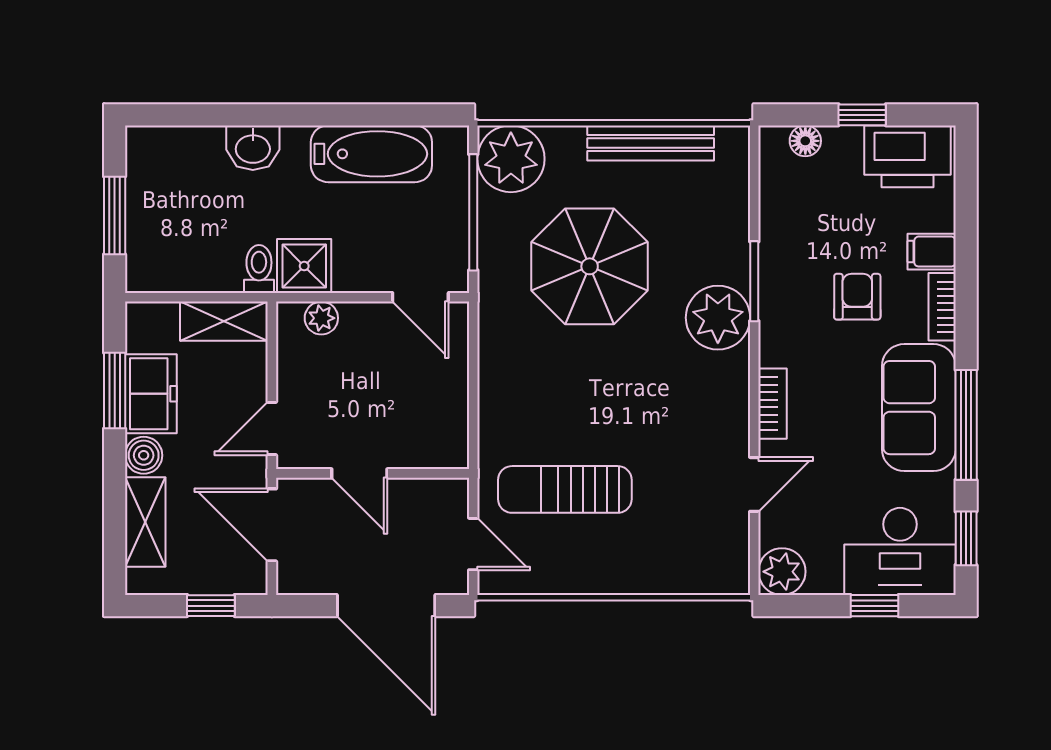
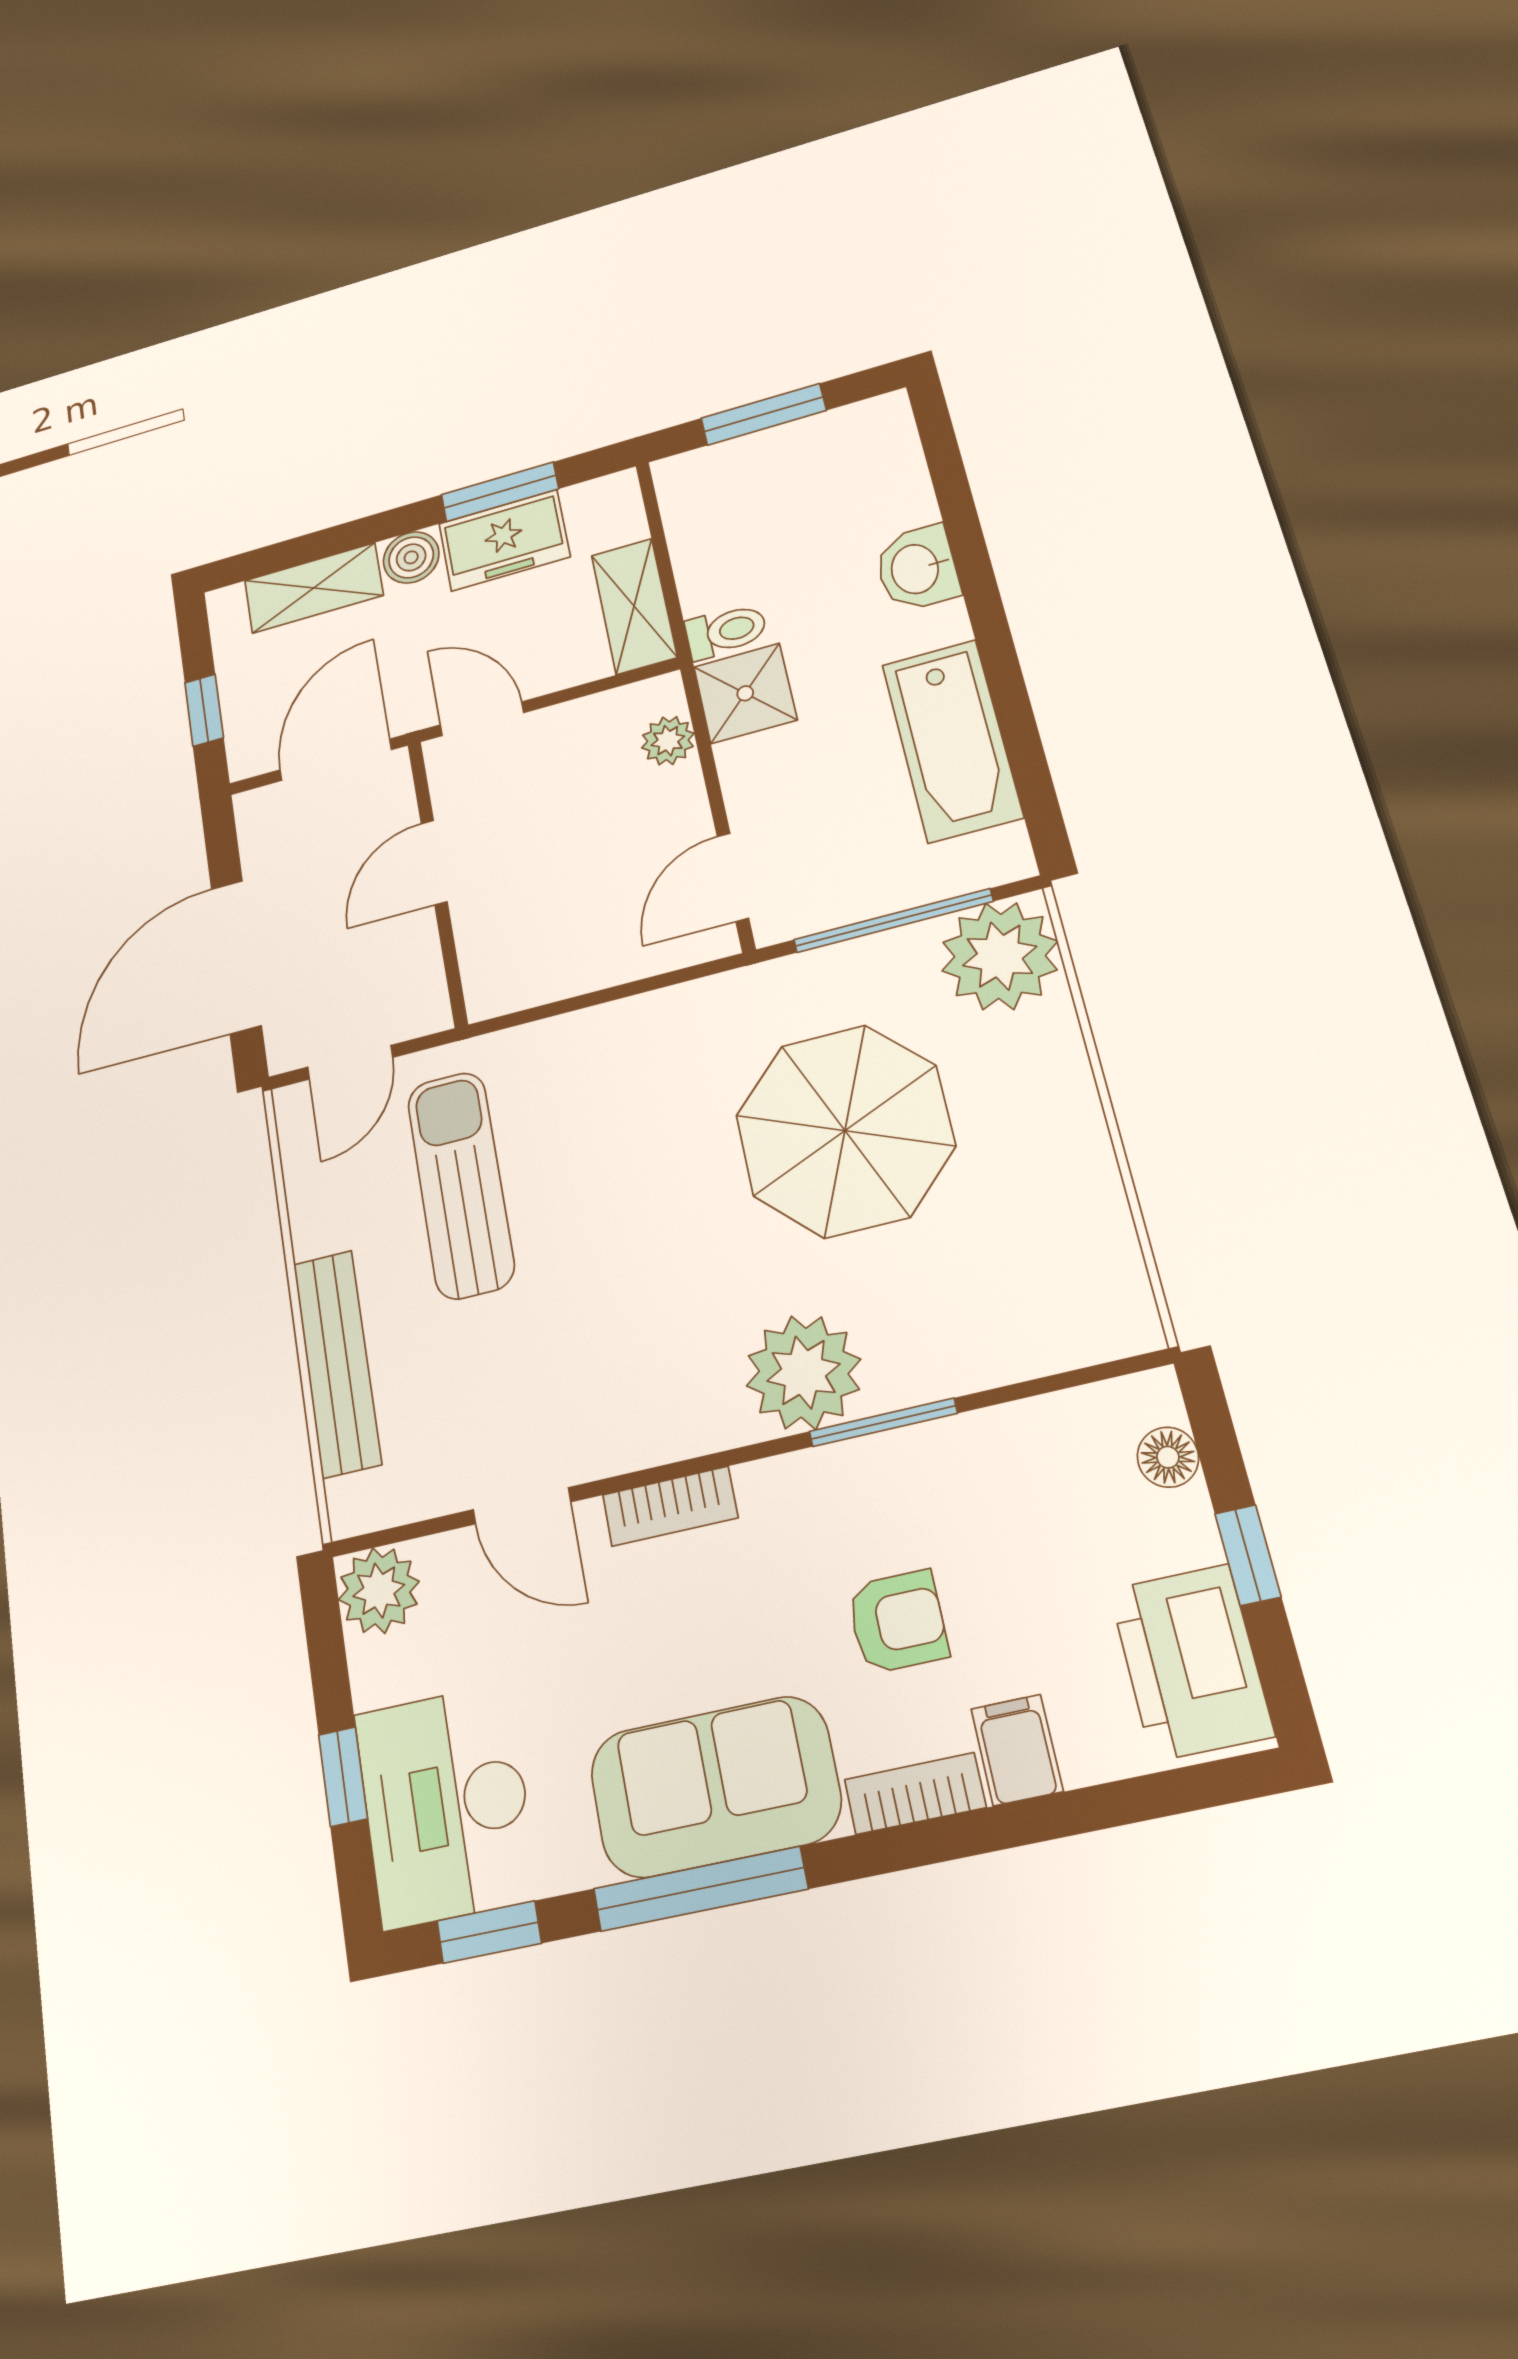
bench: (651, 143) -> (337, 1363), moved

